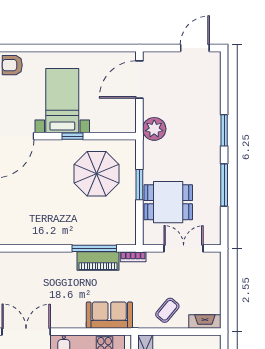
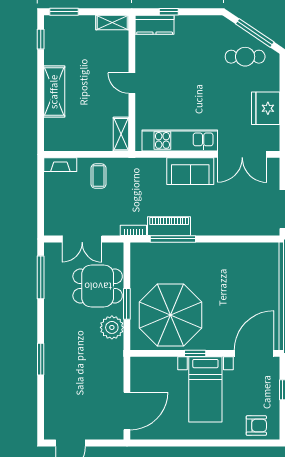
plant: (154, 129) -> (112, 327), moved
parasol: (97, 174) -> (171, 315), width x1.36, depth x1.36
window: (224, 185) -> (41, 277), moved
coffee table: (167, 310) -> (98, 176), turned -40
sofa: (109, 315) -> (190, 171), moved

